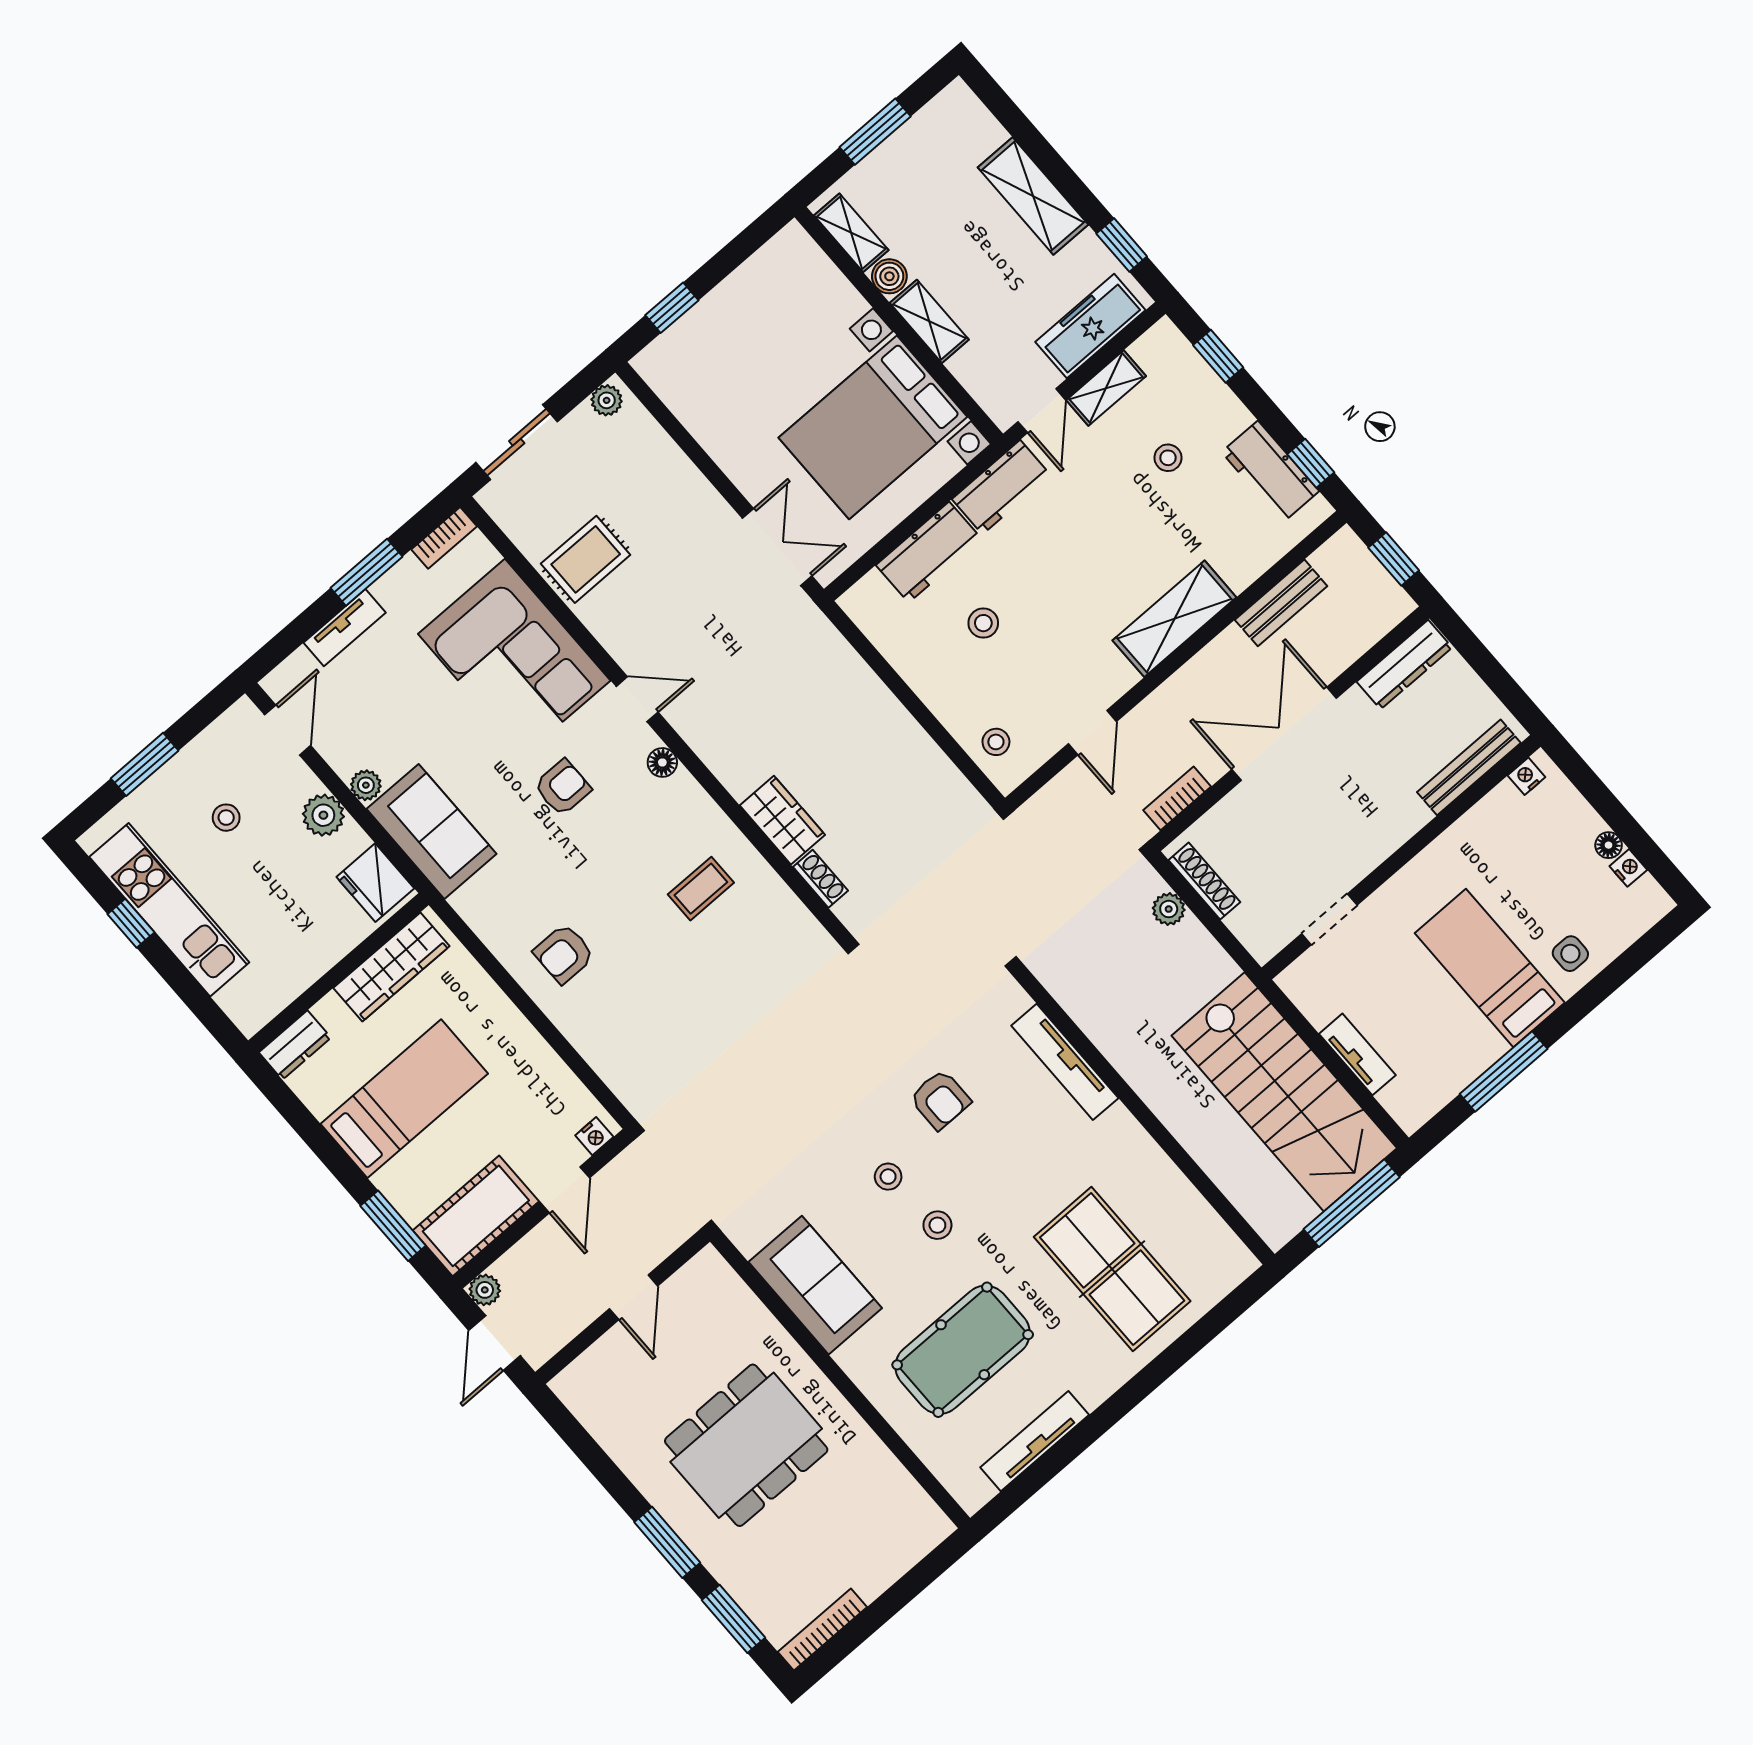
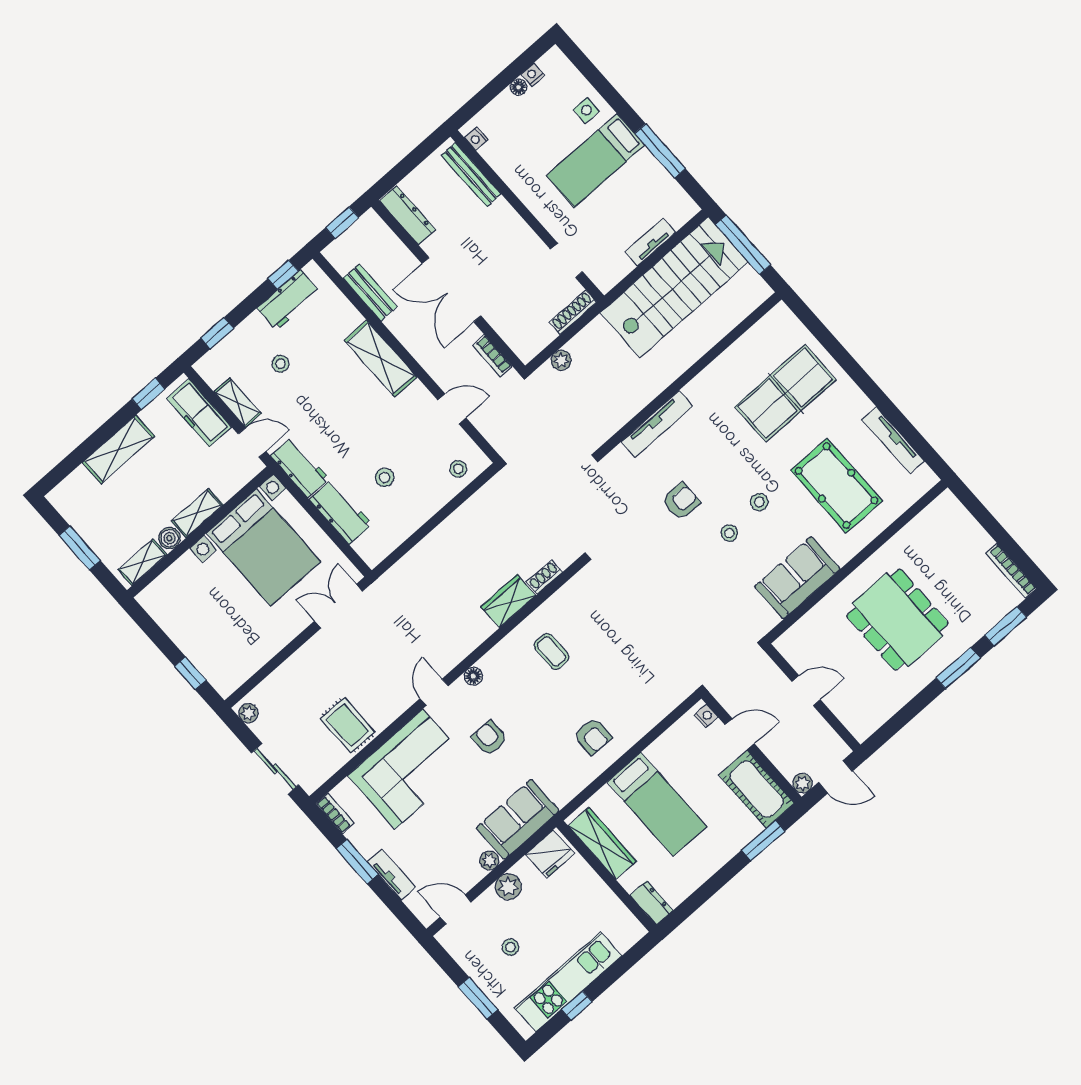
shoe rack: (1204, 881) -> (573, 312), moved
bed: (404, 1099) -> (657, 804), moved, turned 180

